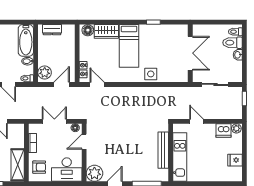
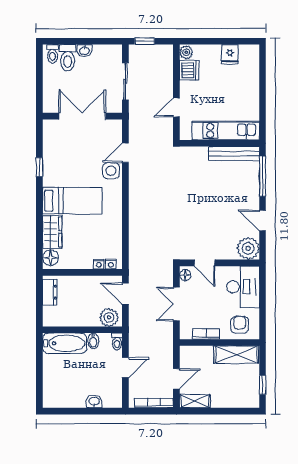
dresser: (52, 30) -> (50, 292), moved
door: (97, 84) -> (125, 153), moved
bench: (163, 150) -> (234, 154), moved

